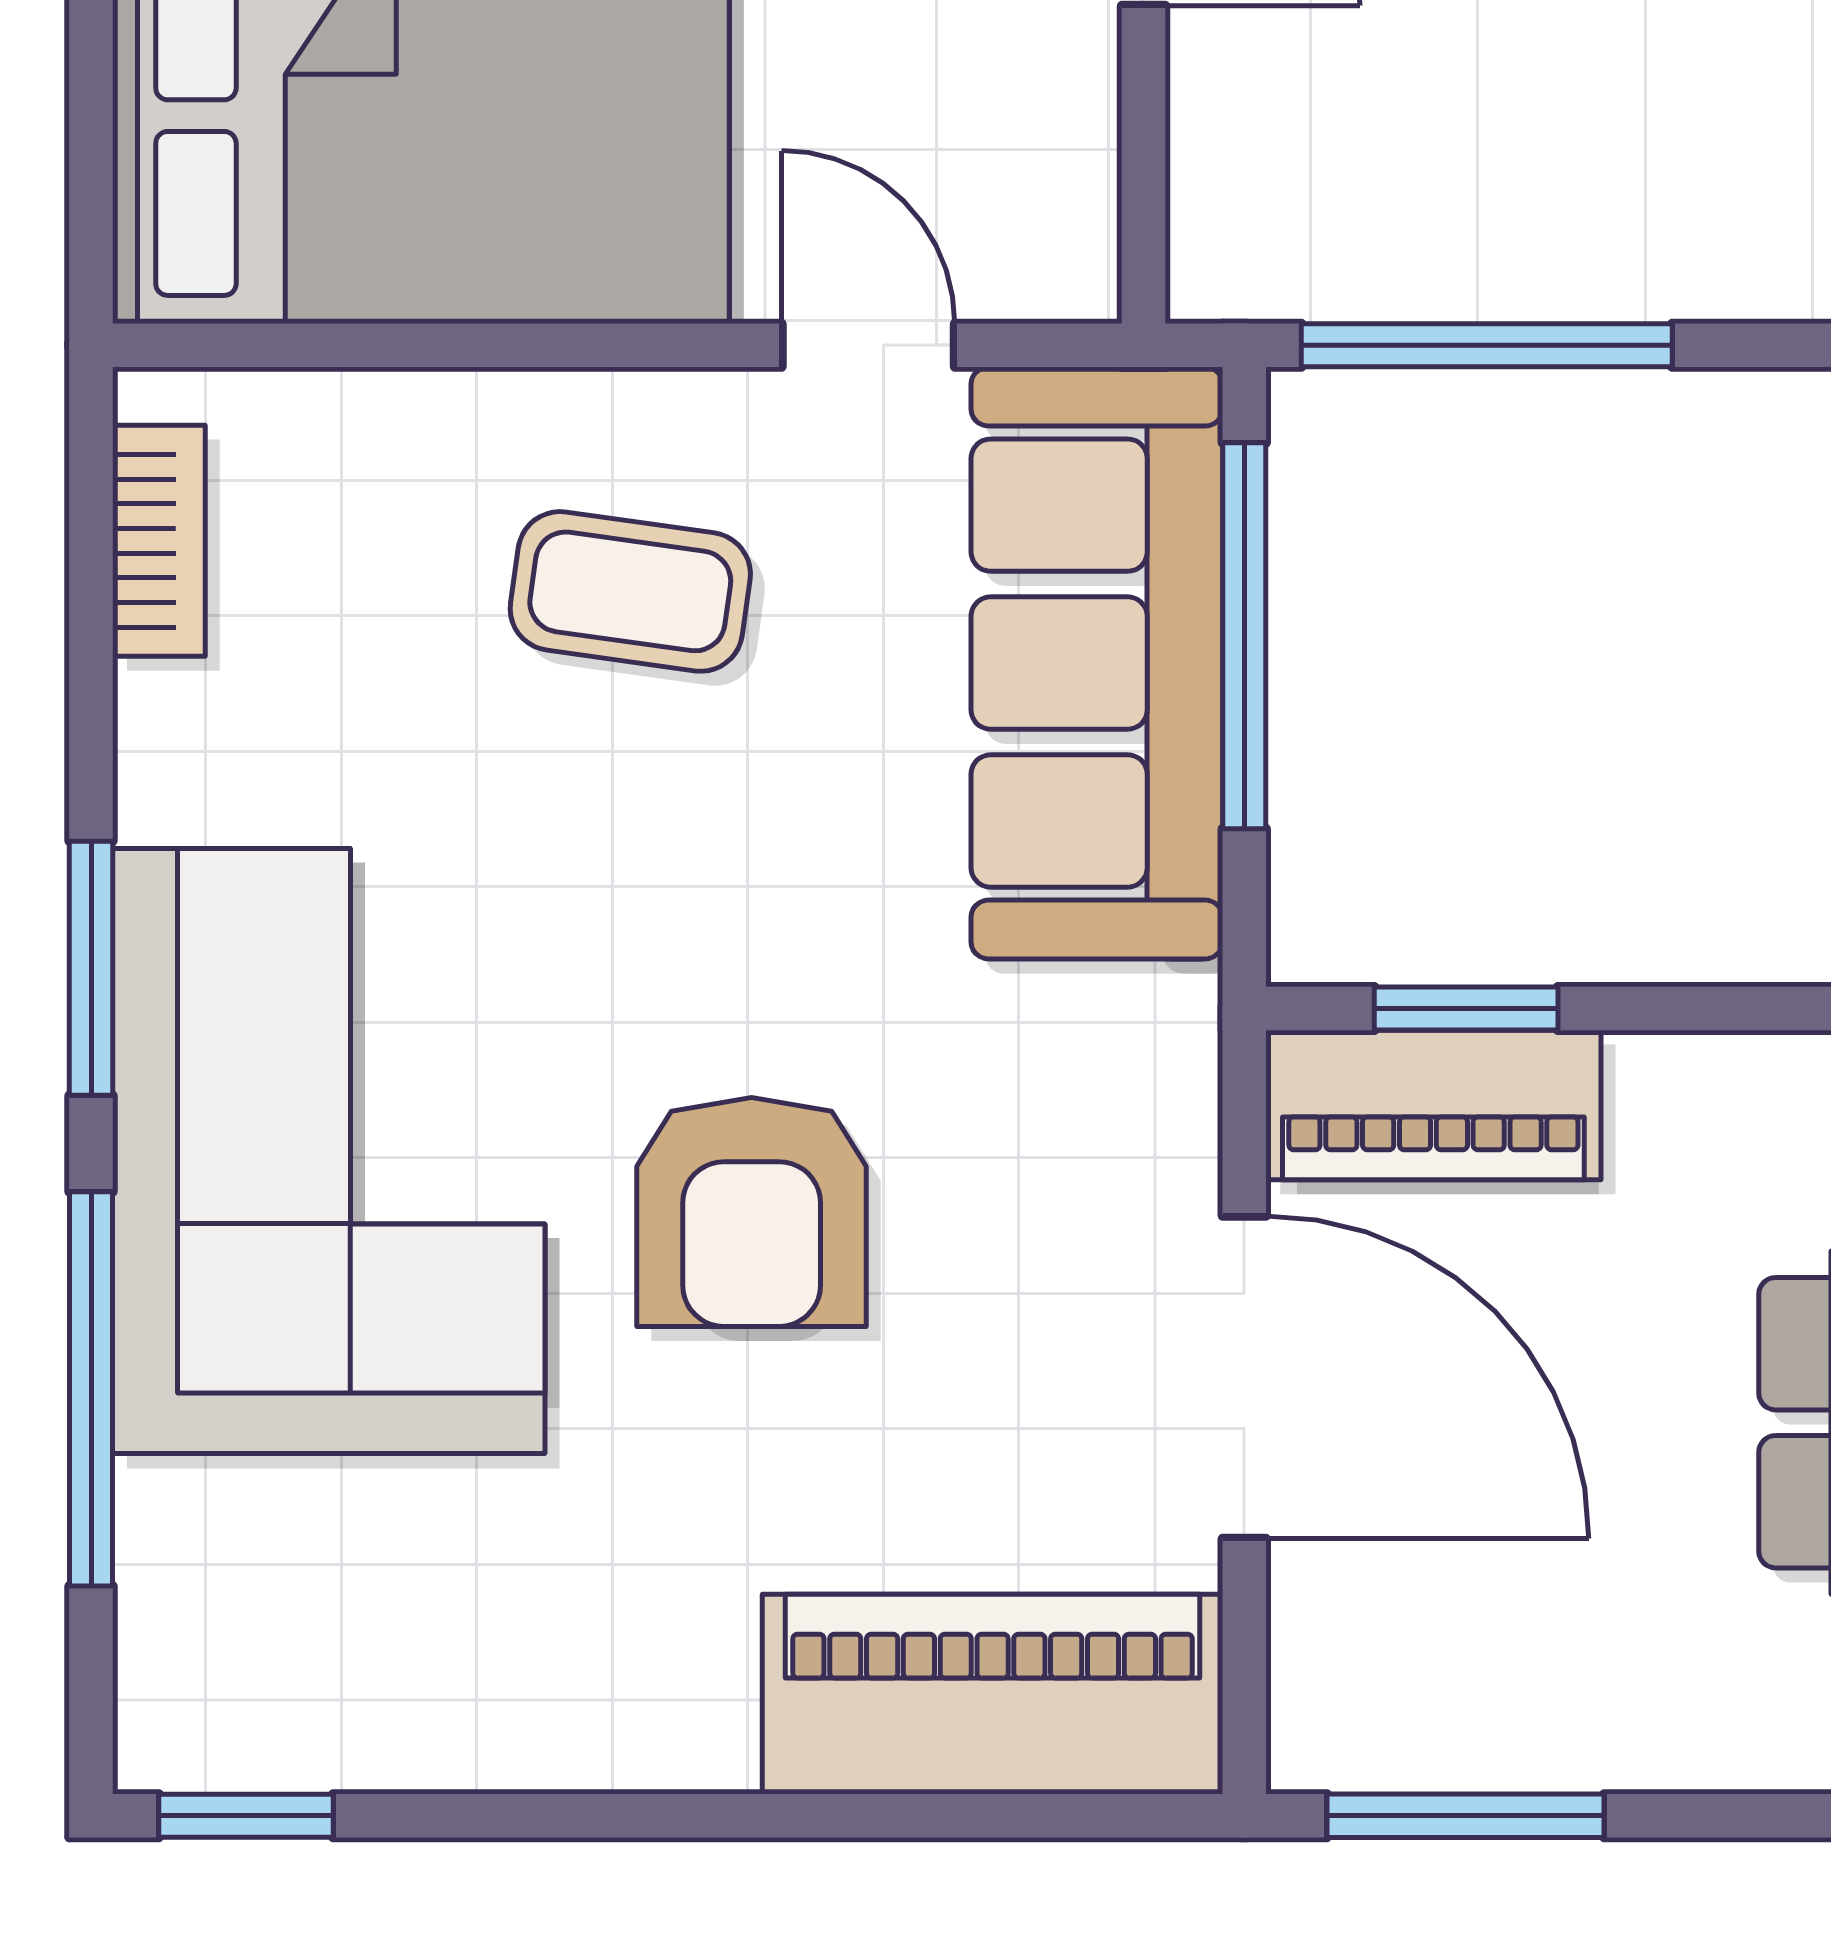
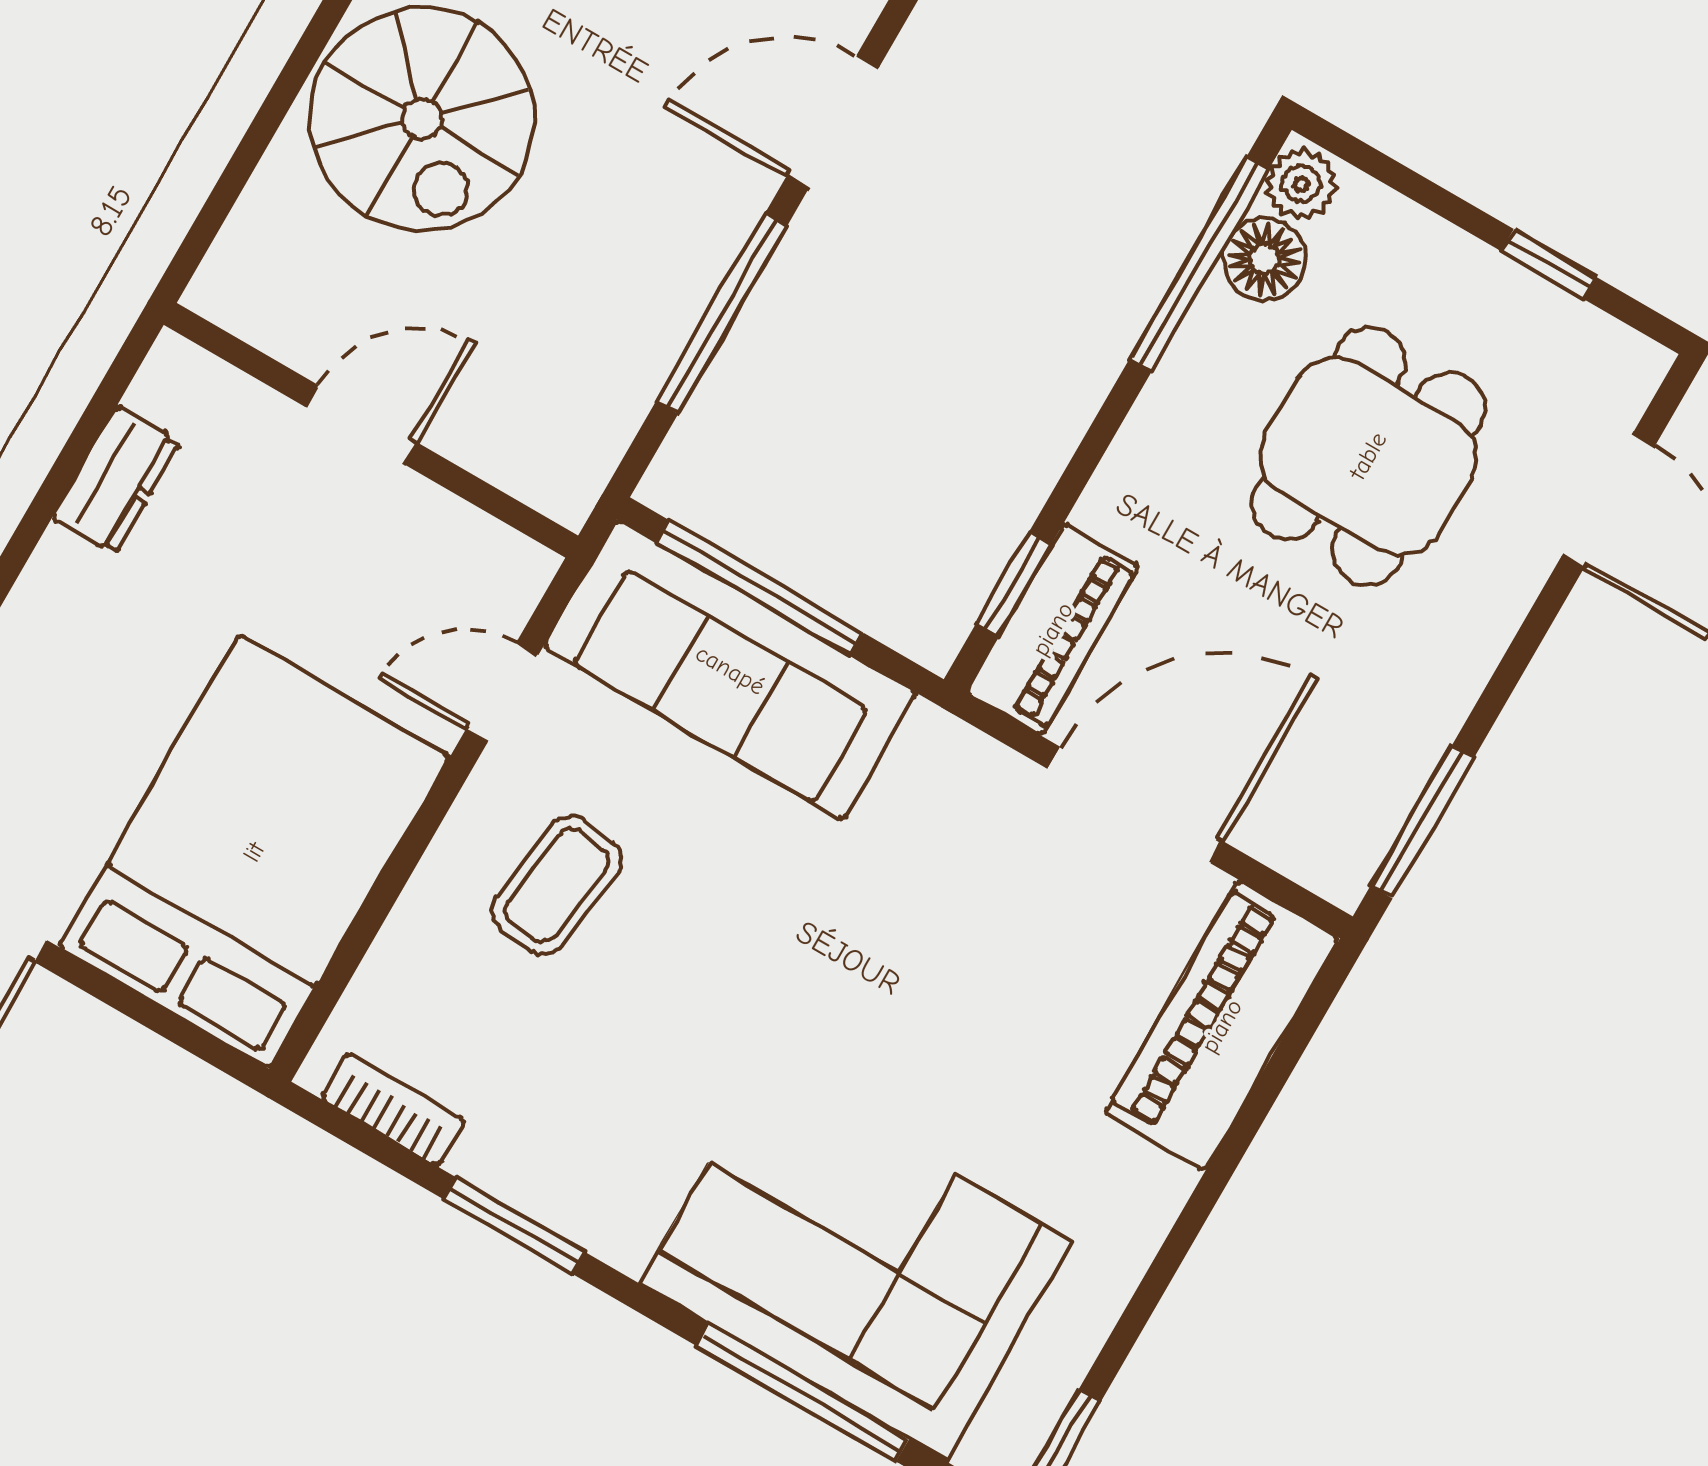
window: (1487, 345) -> (722, 313), moved
window: (91, 968) -> (514, 1226), moved
corner sofa: (329, 1151) -> (856, 1263), moved
armchair: (752, 1212) -> (907, 1006), removed

